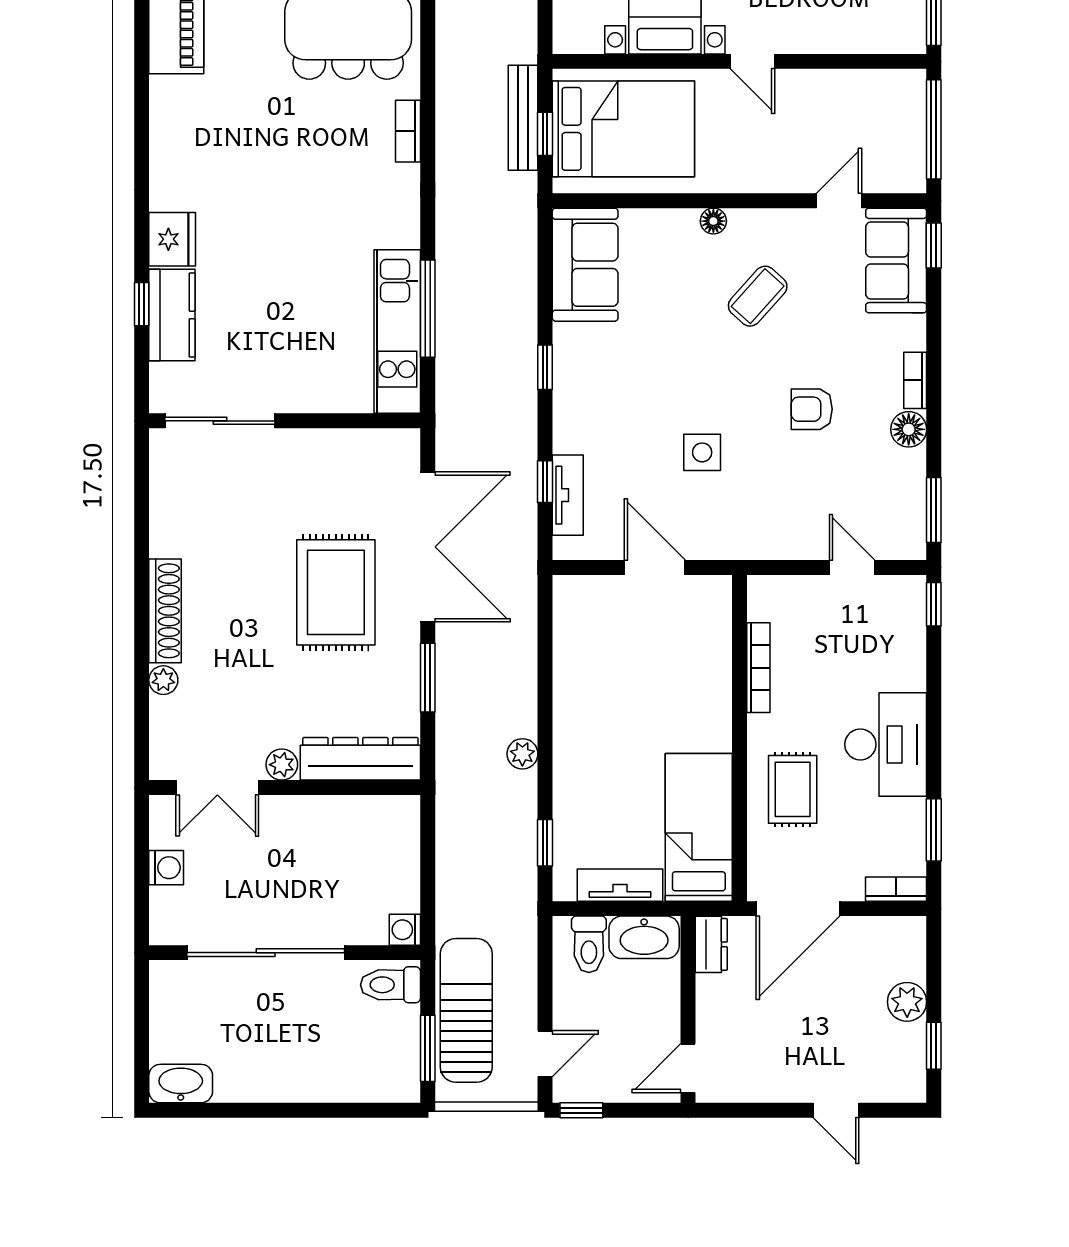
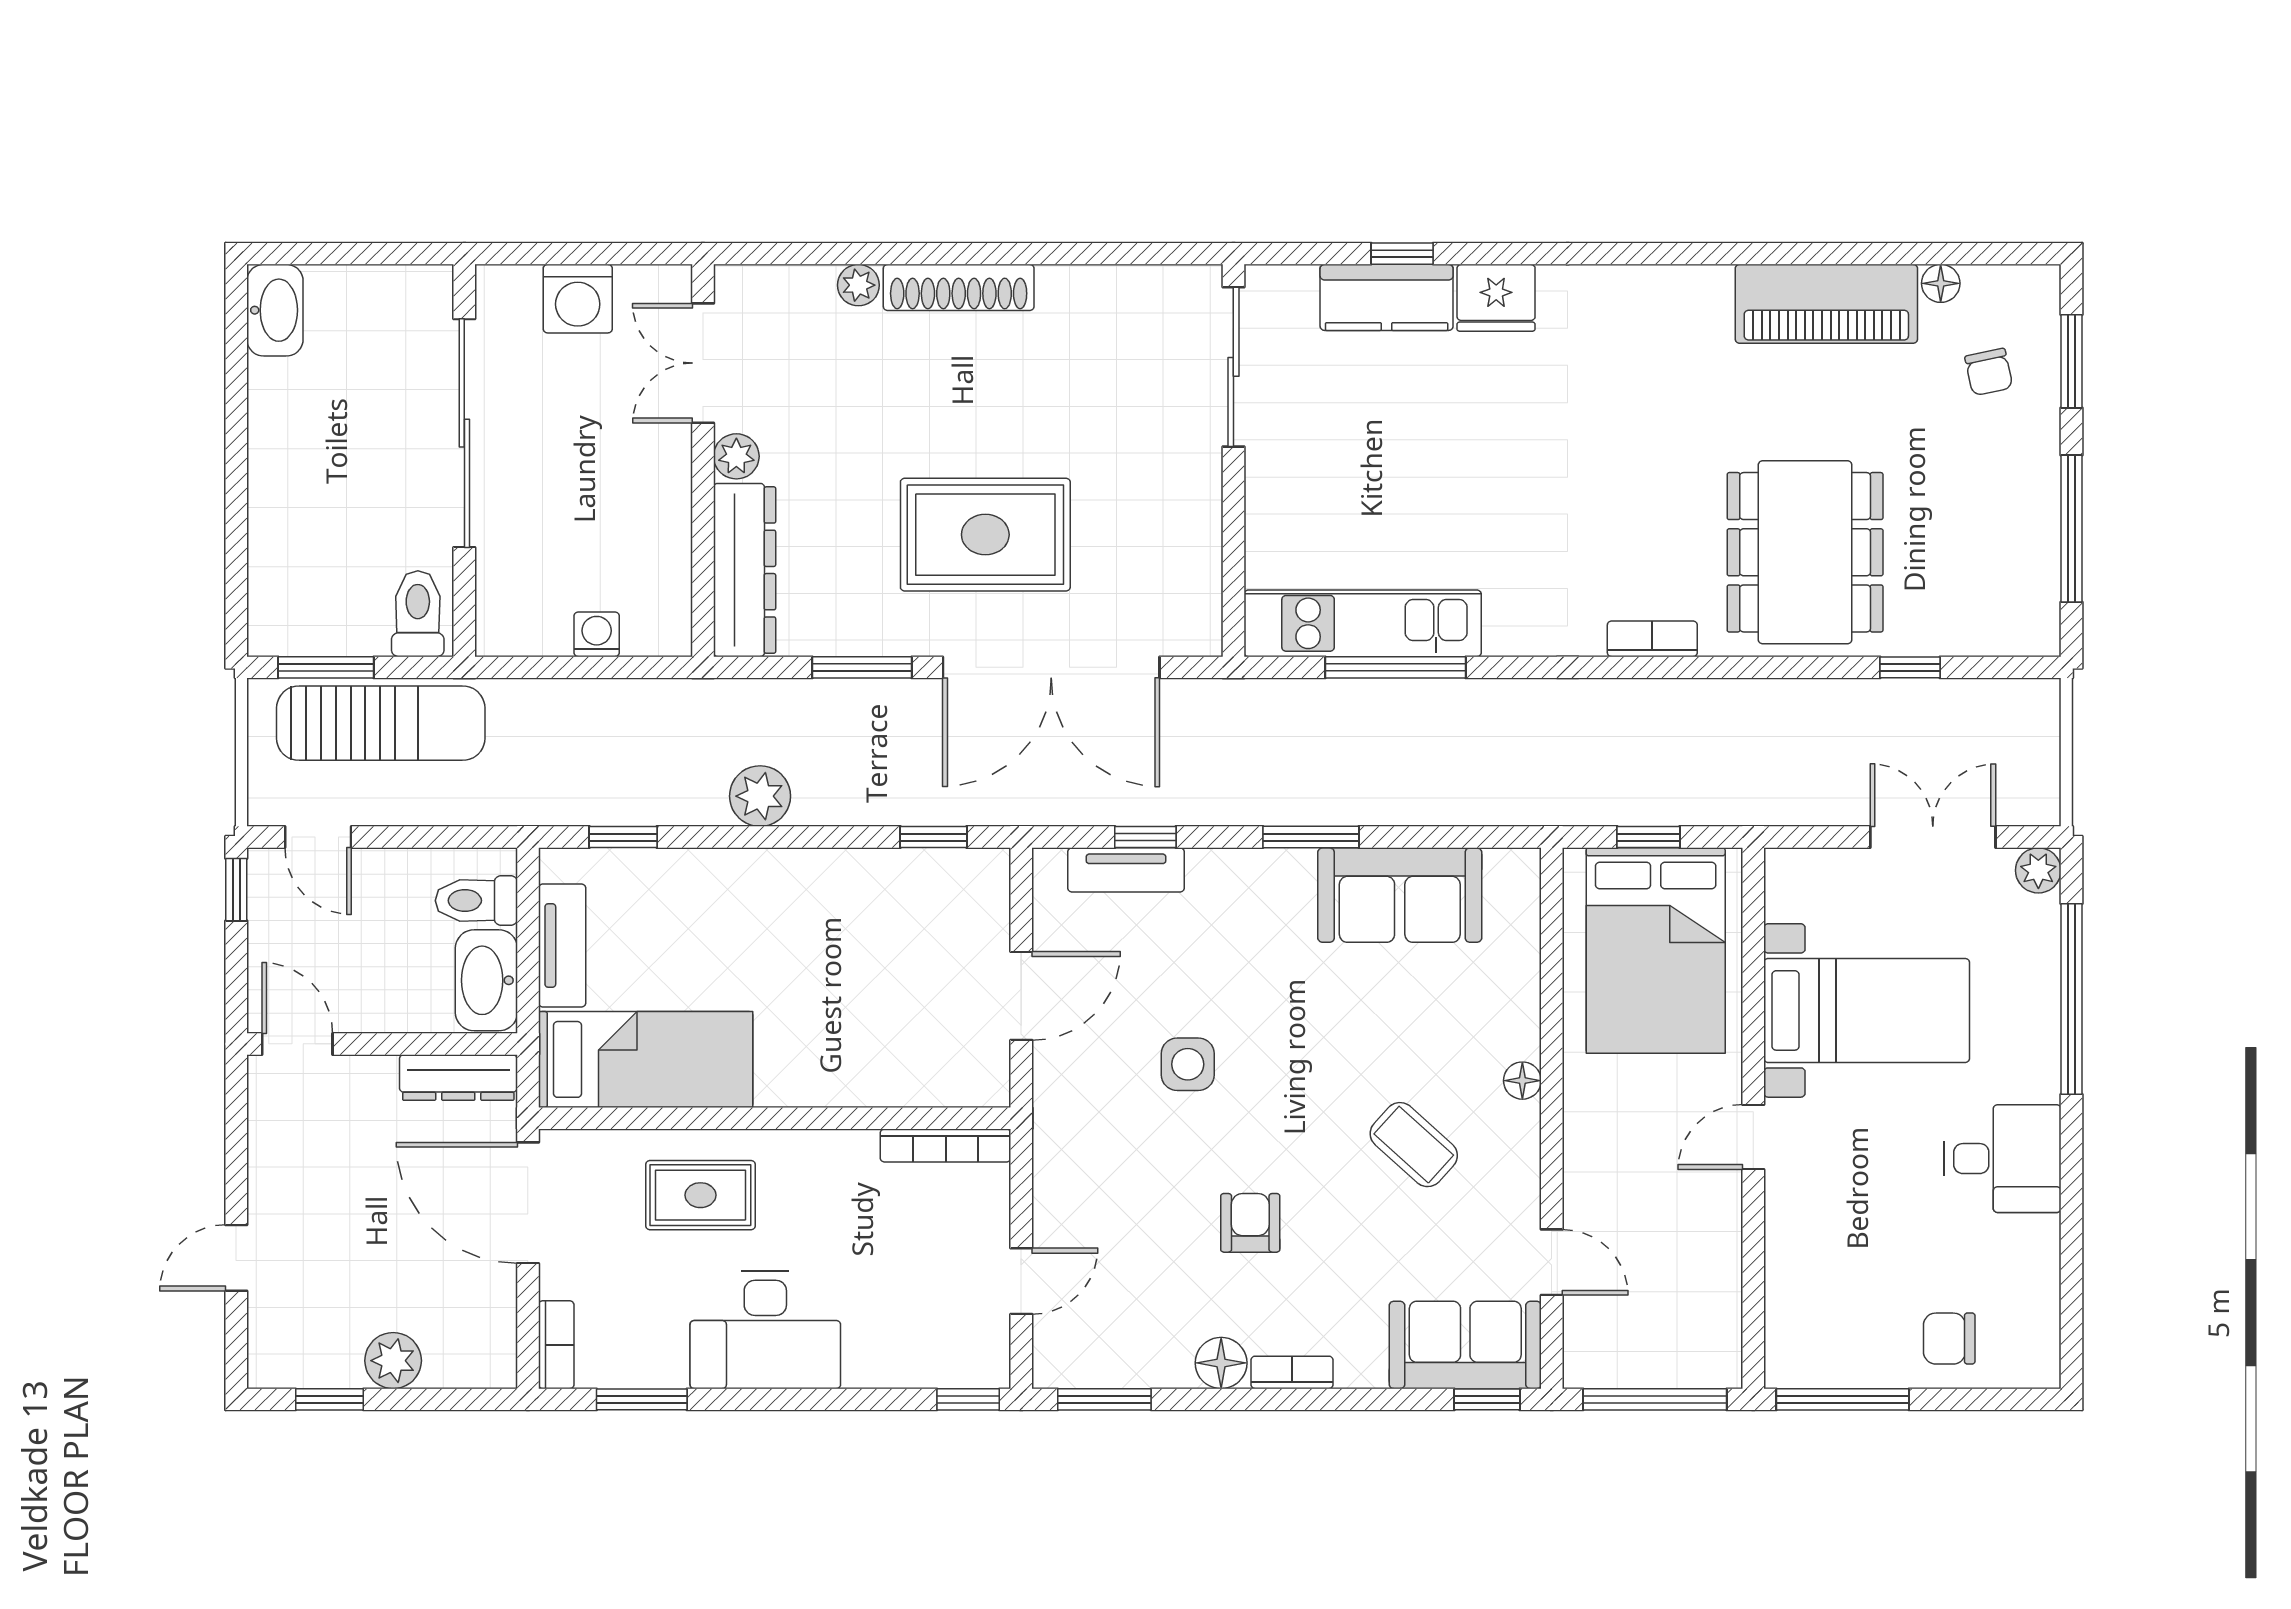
bench: (523, 118) -> (1672, 805), removed
sofa: (585, 265) -> (1400, 895), moved
window: (545, 367) -> (1311, 837), width x1.50
window: (545, 628) -> (933, 837), added
bookcase: (758, 668) -> (946, 1146), moved
plant: (522, 754) -> (760, 796), width x1.38, depth x1.38
washing machine: (166, 868) -> (578, 299), width x1.38, depth x1.38
washing machine: (405, 930) -> (597, 634), moved
dresser: (711, 944) -> (458, 1078), width x1.44

